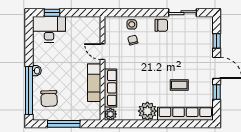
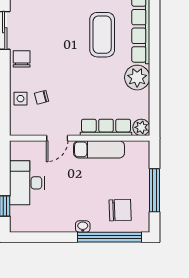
desk: (49, 29) -> (27, 183), moved
coffee table: (179, 85) -> (102, 35), width x1.86, depth x1.72

